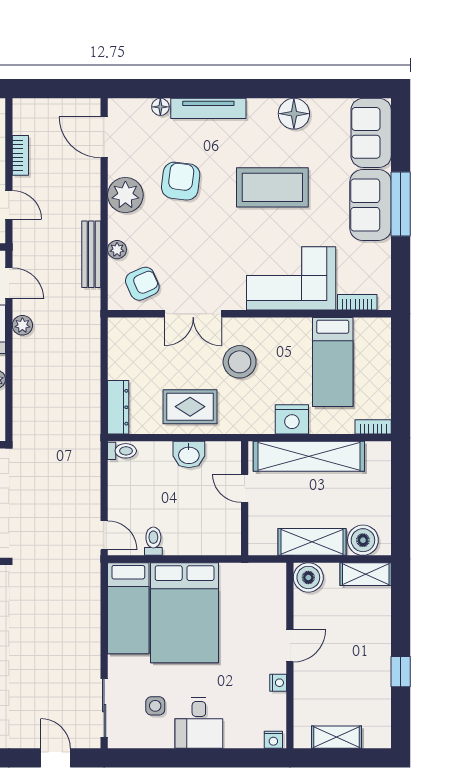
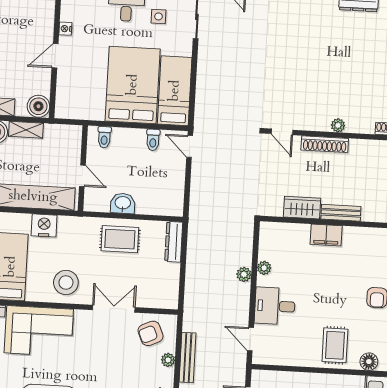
plant: (22, 325) -> (244, 274), moved
stool: (240, 362) -> (66, 282), moved
toilet: (122, 451) -> (104, 137), moved, turned -90
shelving: (312, 542) -> (26, 130), width x0.67, depth x0.75

